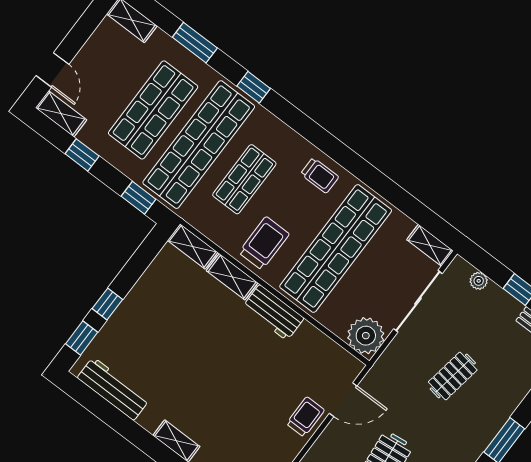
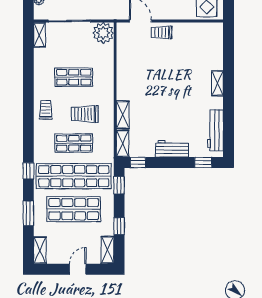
door: (52, 70) -> (78, 269), moved
trolley: (264, 243) -> (85, 114), moved
shop shelf: (336, 248) -> (74, 77), width x0.50, depth x0.74
window: (107, 304) -> (138, 162), moved
workbench: (273, 313) -> (172, 149), moved, turned -90

